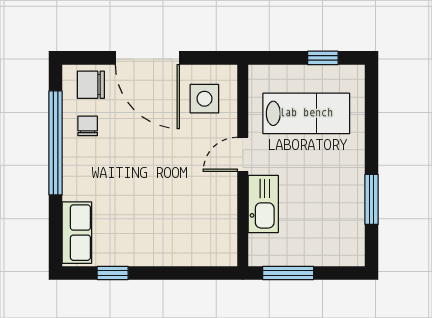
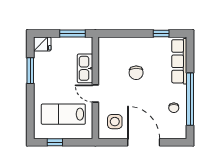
chair: (91, 85) -> (136, 73), moved, turned 89
door: (243, 154) -> (95, 93), swing flipped
row of seats: (77, 233) -> (179, 61), width x1.48
fridge: (348, 252) -> (42, 44), added

